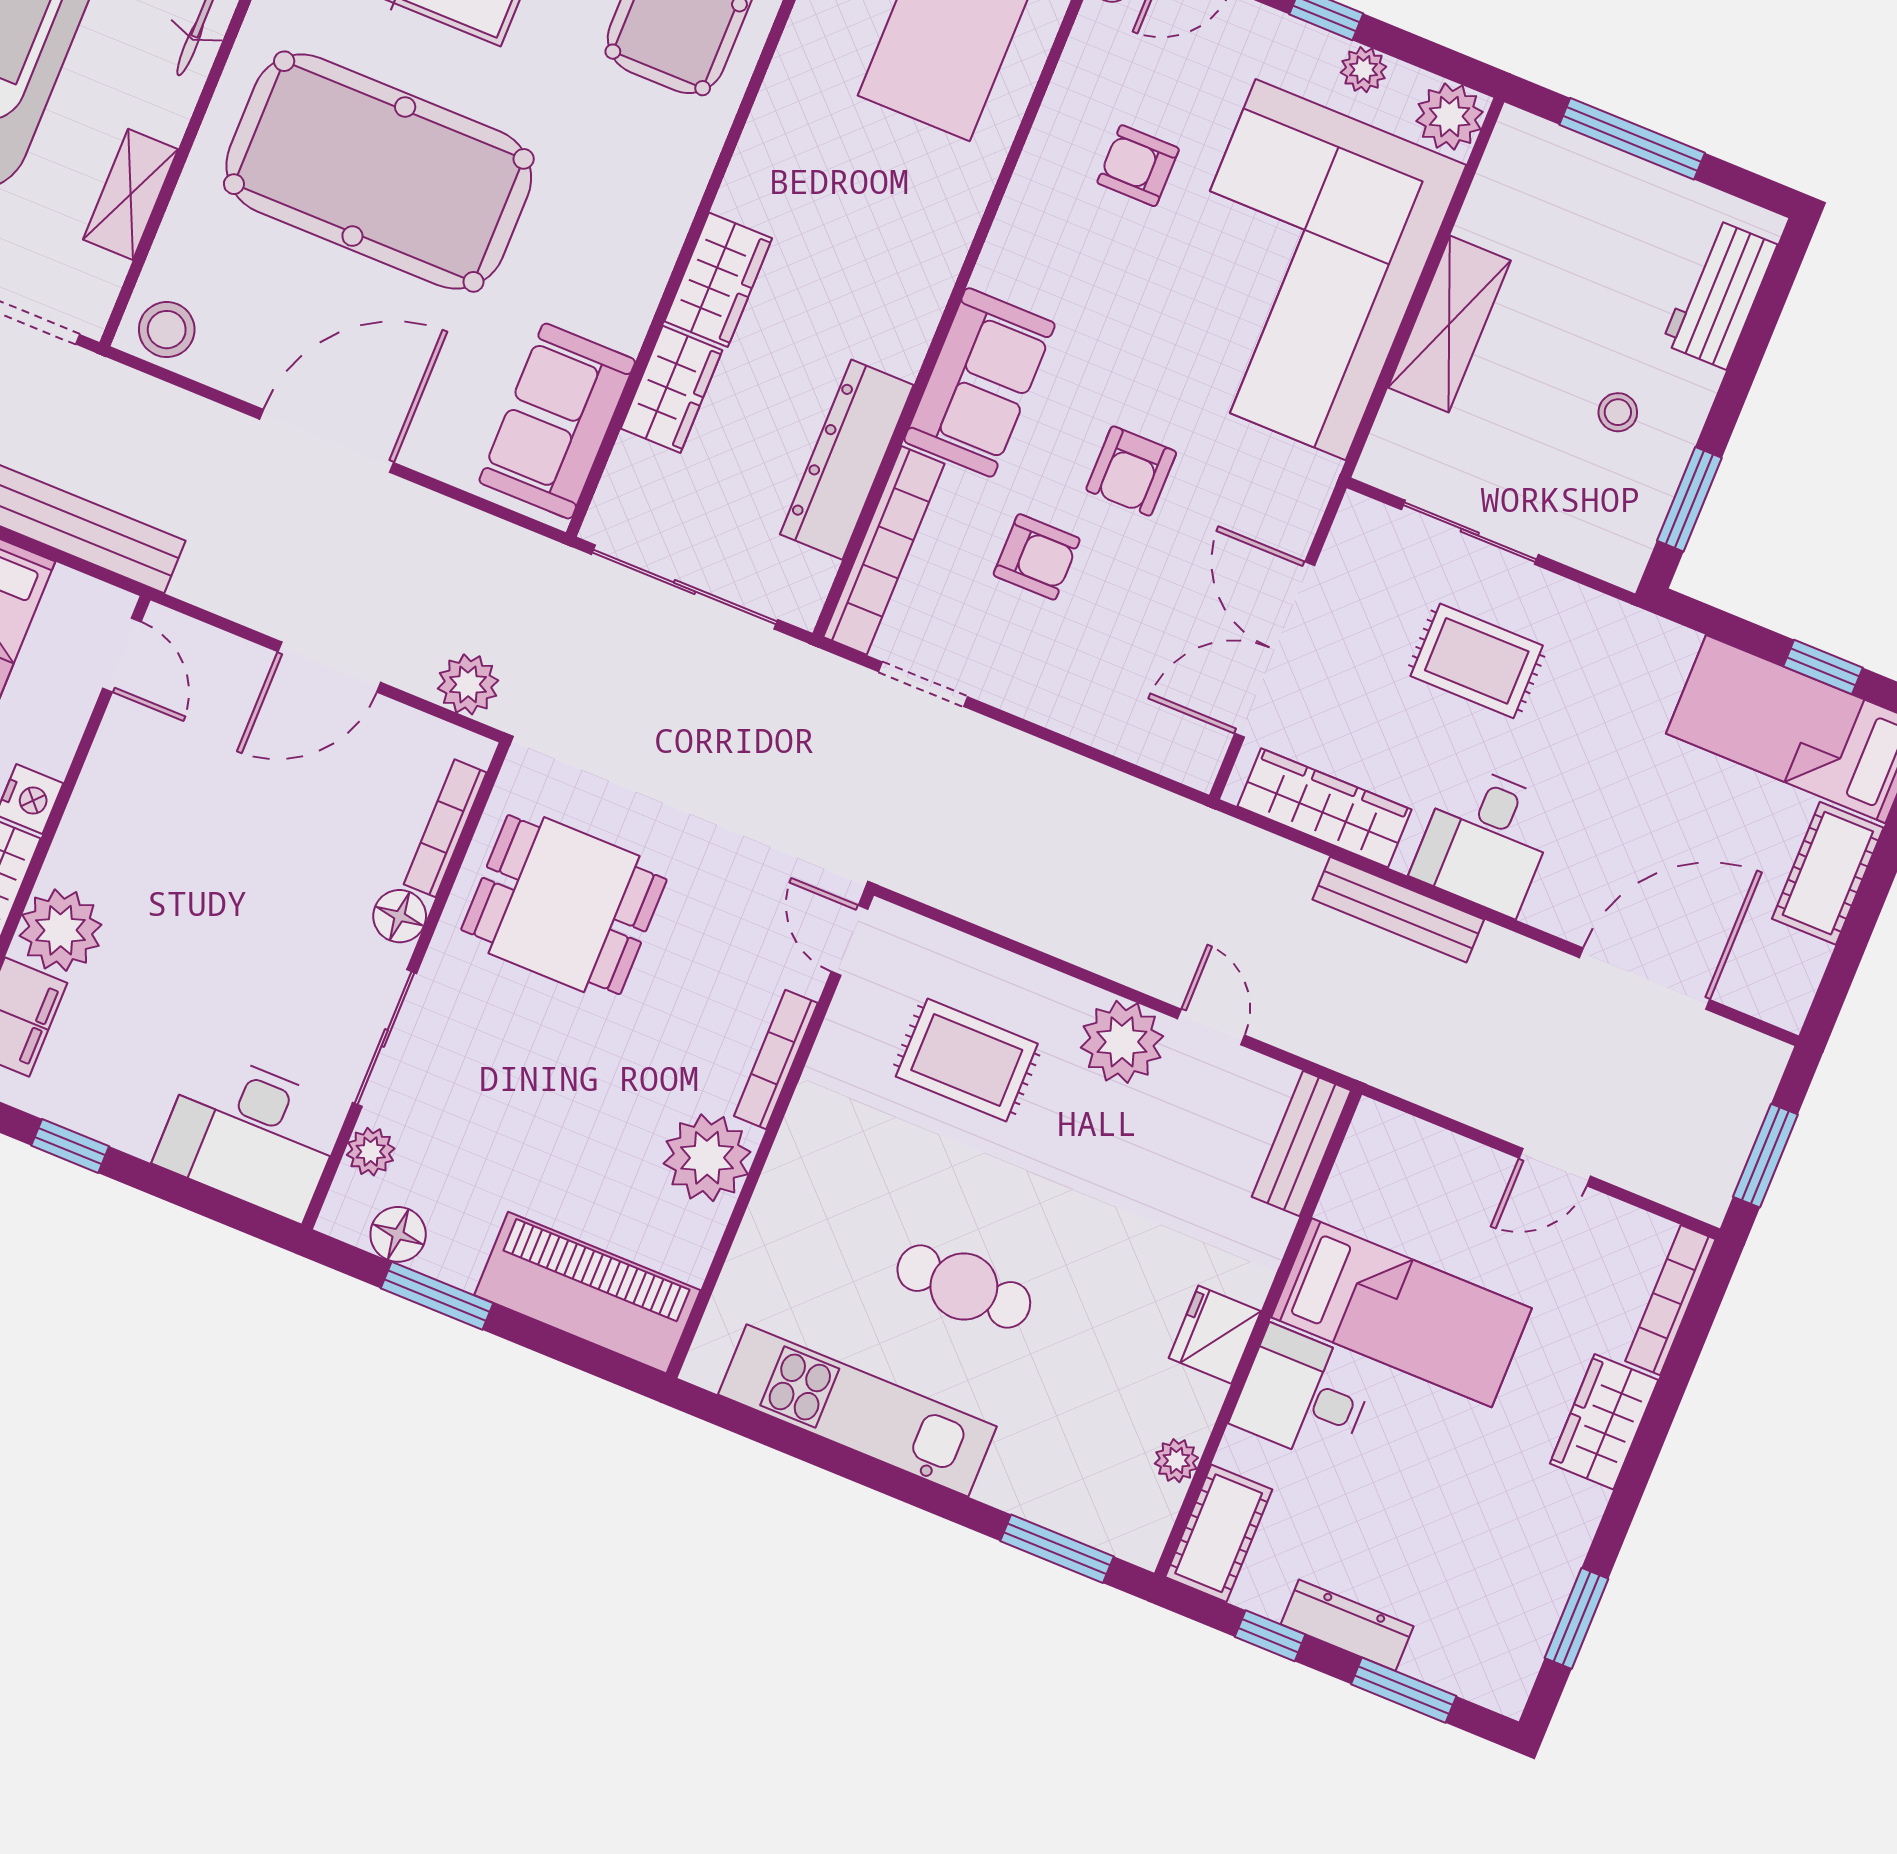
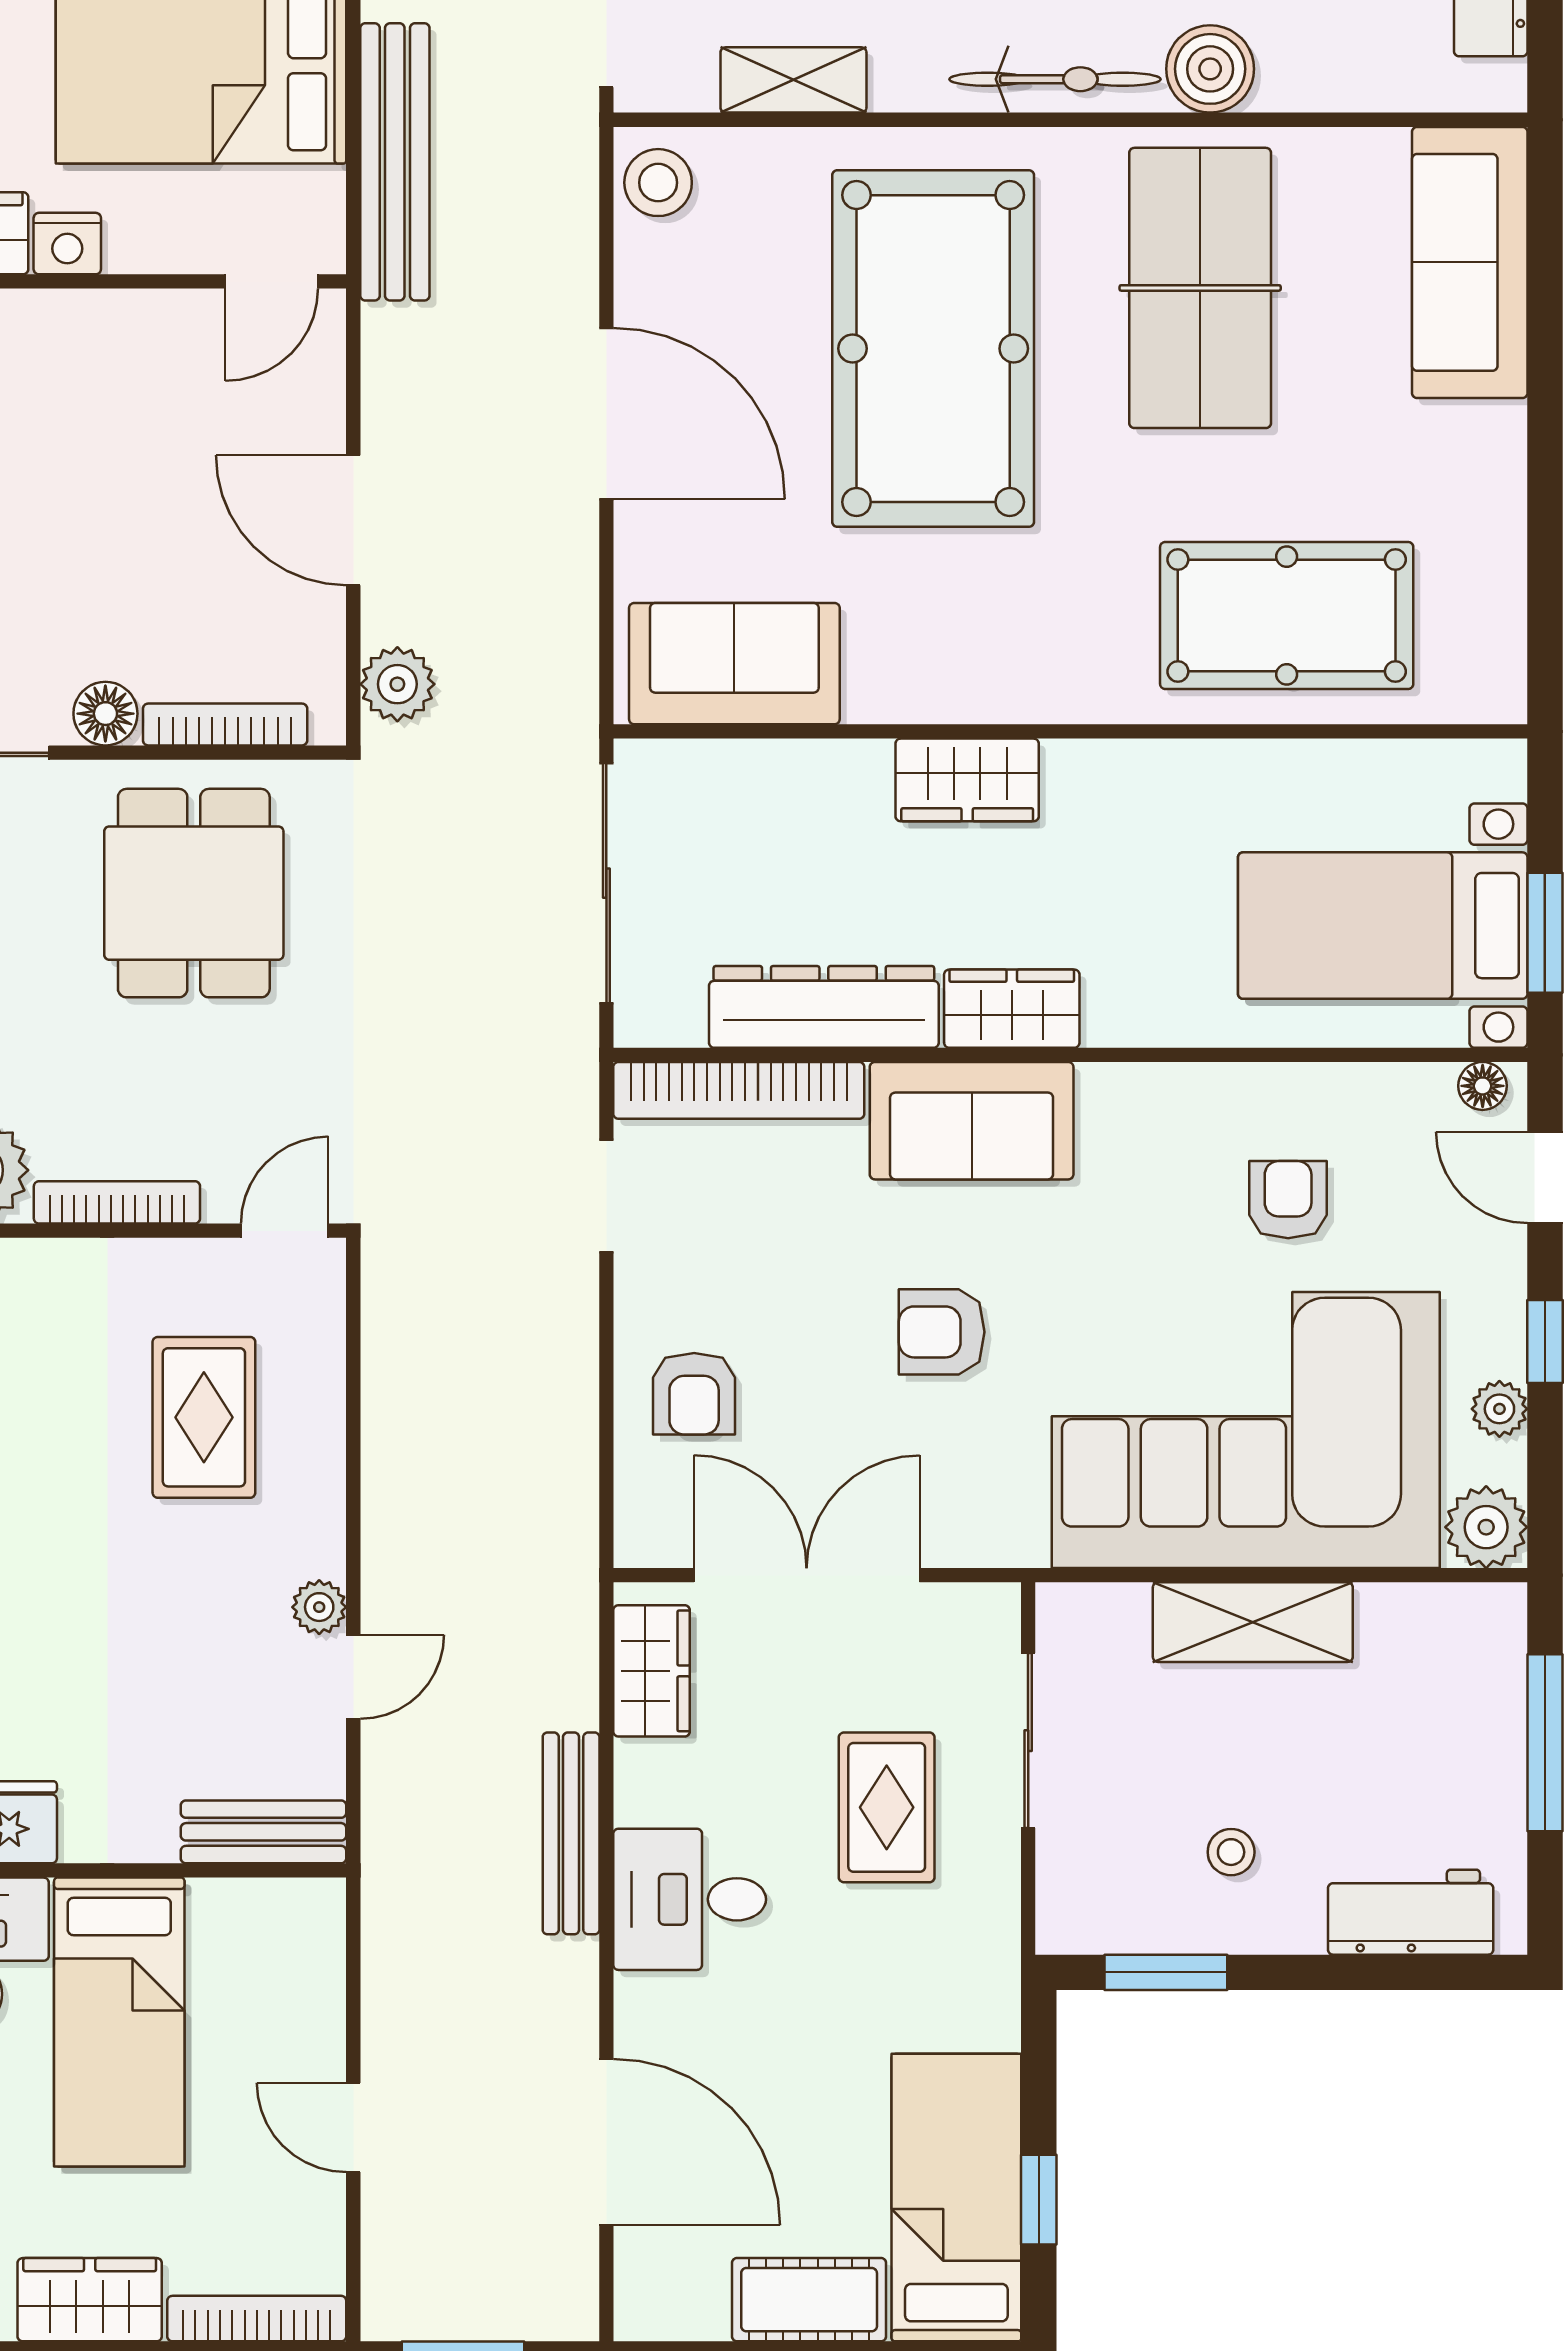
wardrobe: (672, 389) -> (1012, 1009), moved, turned 180
armchair: (1037, 557) -> (694, 1394), moved
wardrobe: (1325, 808) -> (652, 1671), width x0.67
plant: (1122, 1042) -> (319, 1607), width x0.53, depth x0.53

